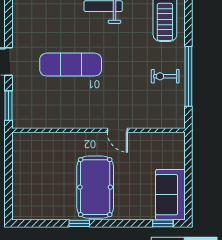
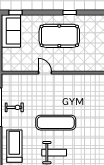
exercise mat: (71, 65) -> (56, 123), moved
pool table: (95, 187) -> (59, 36), turned 90

